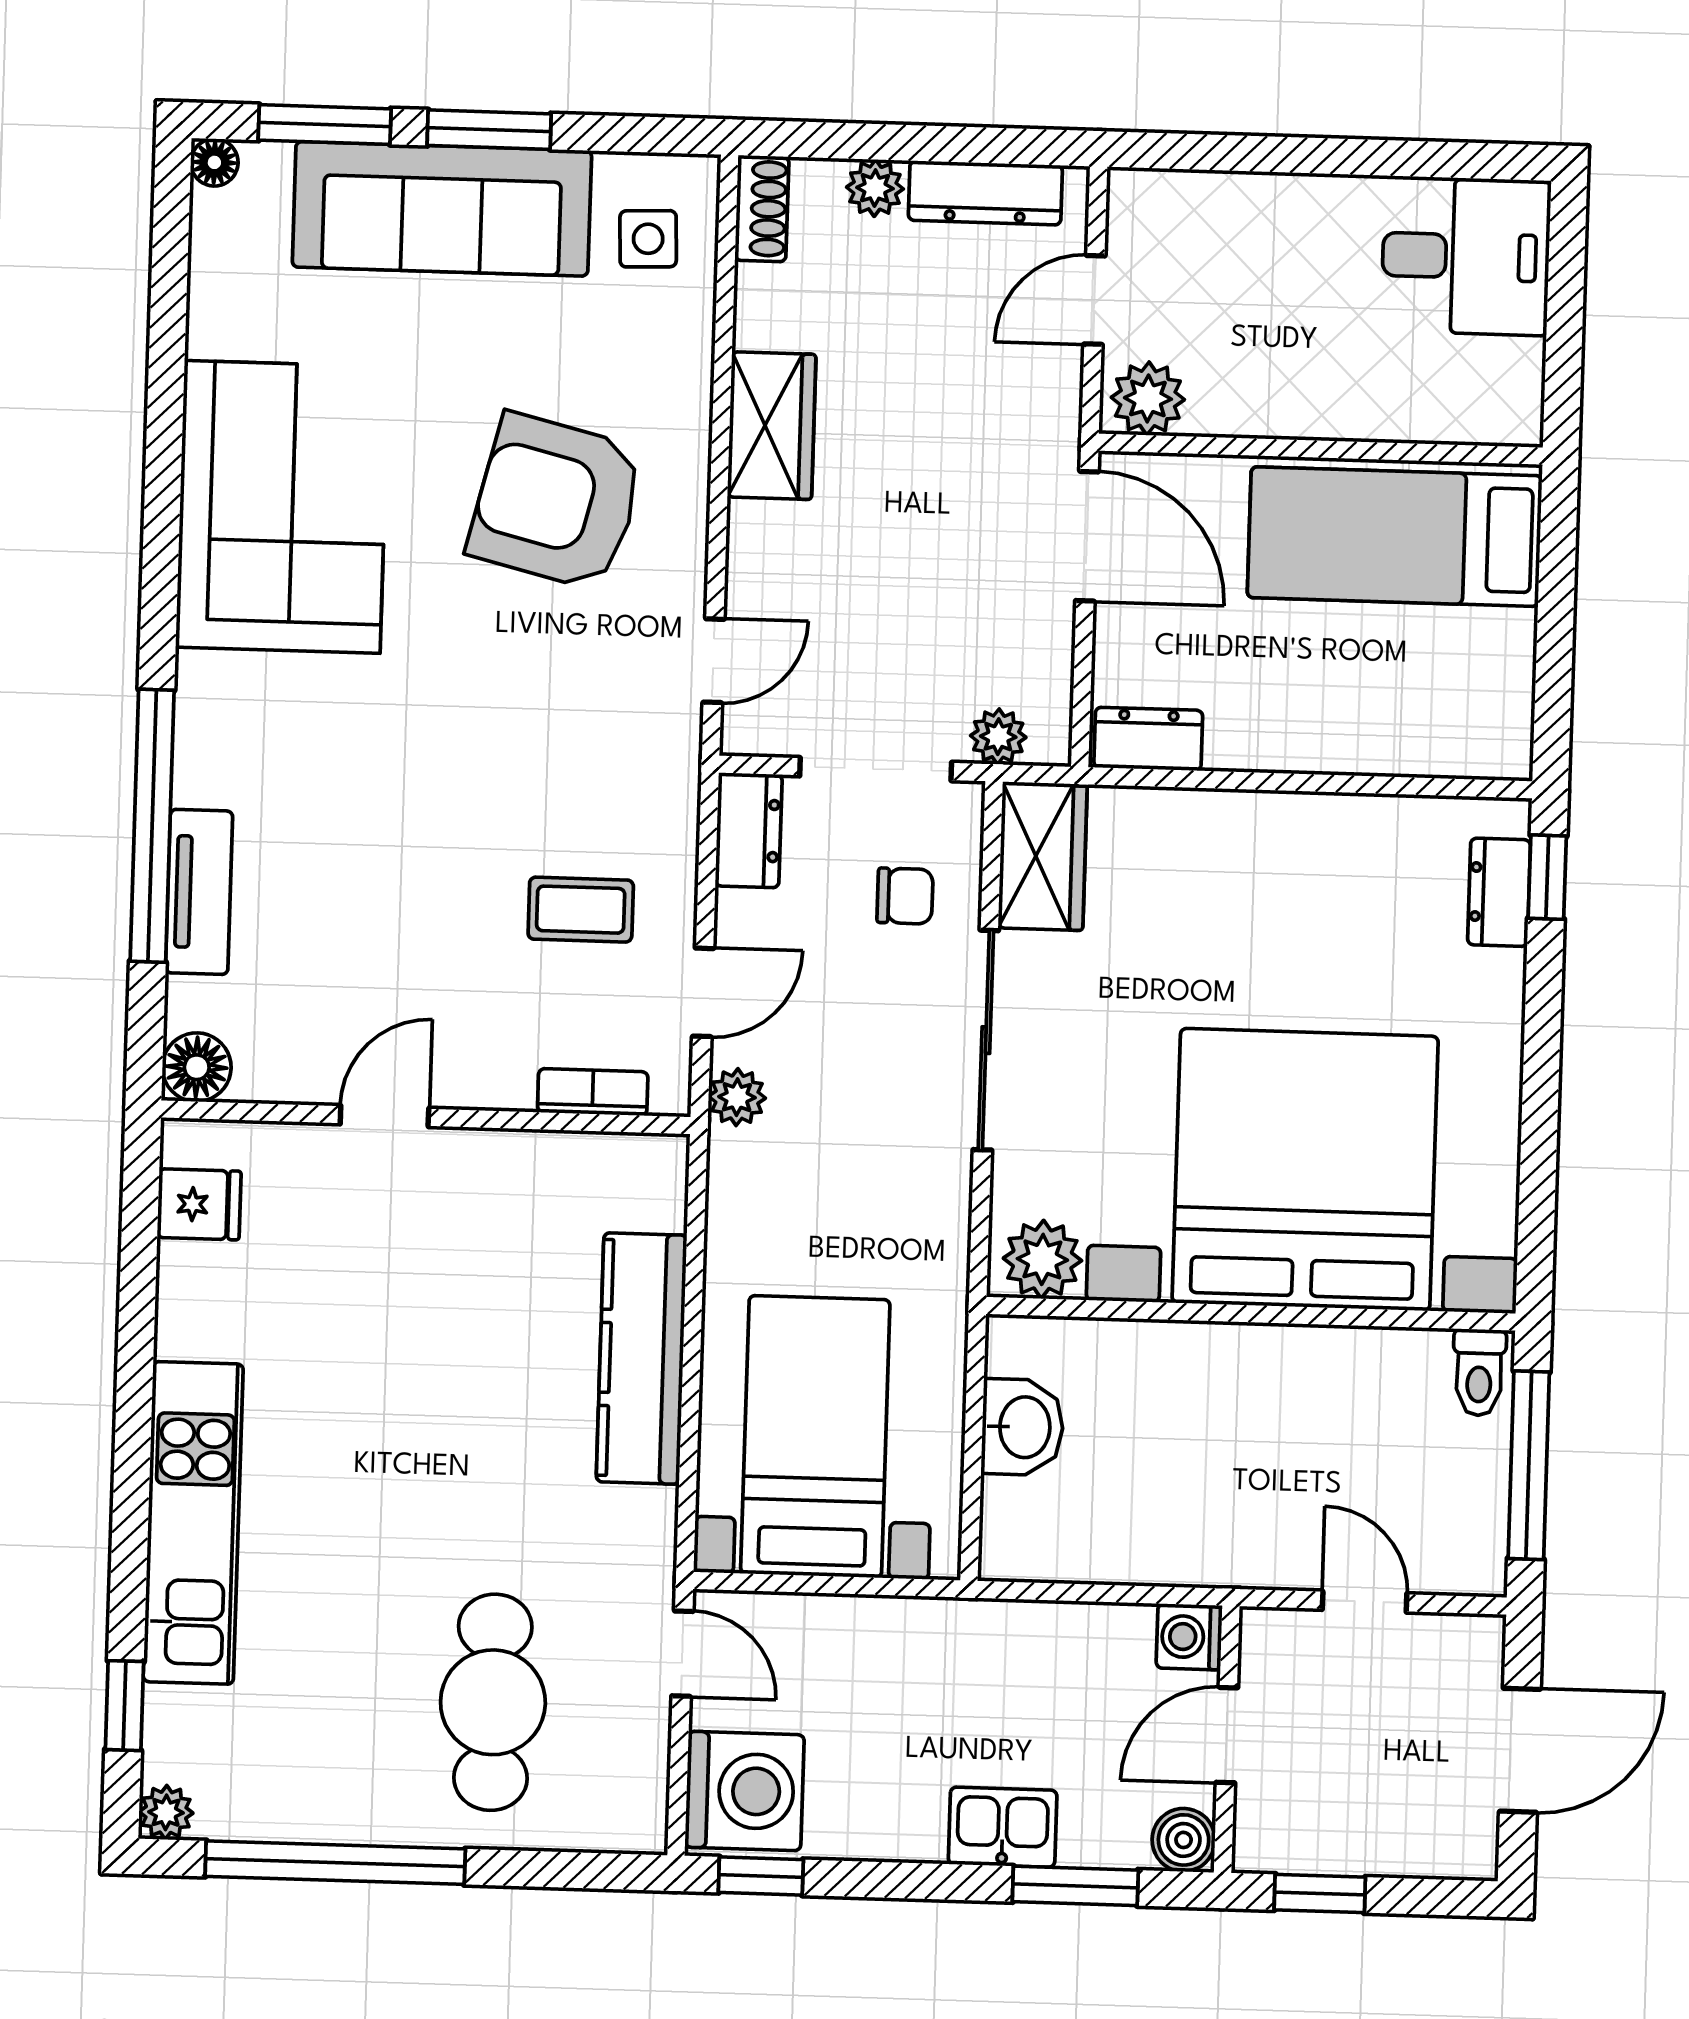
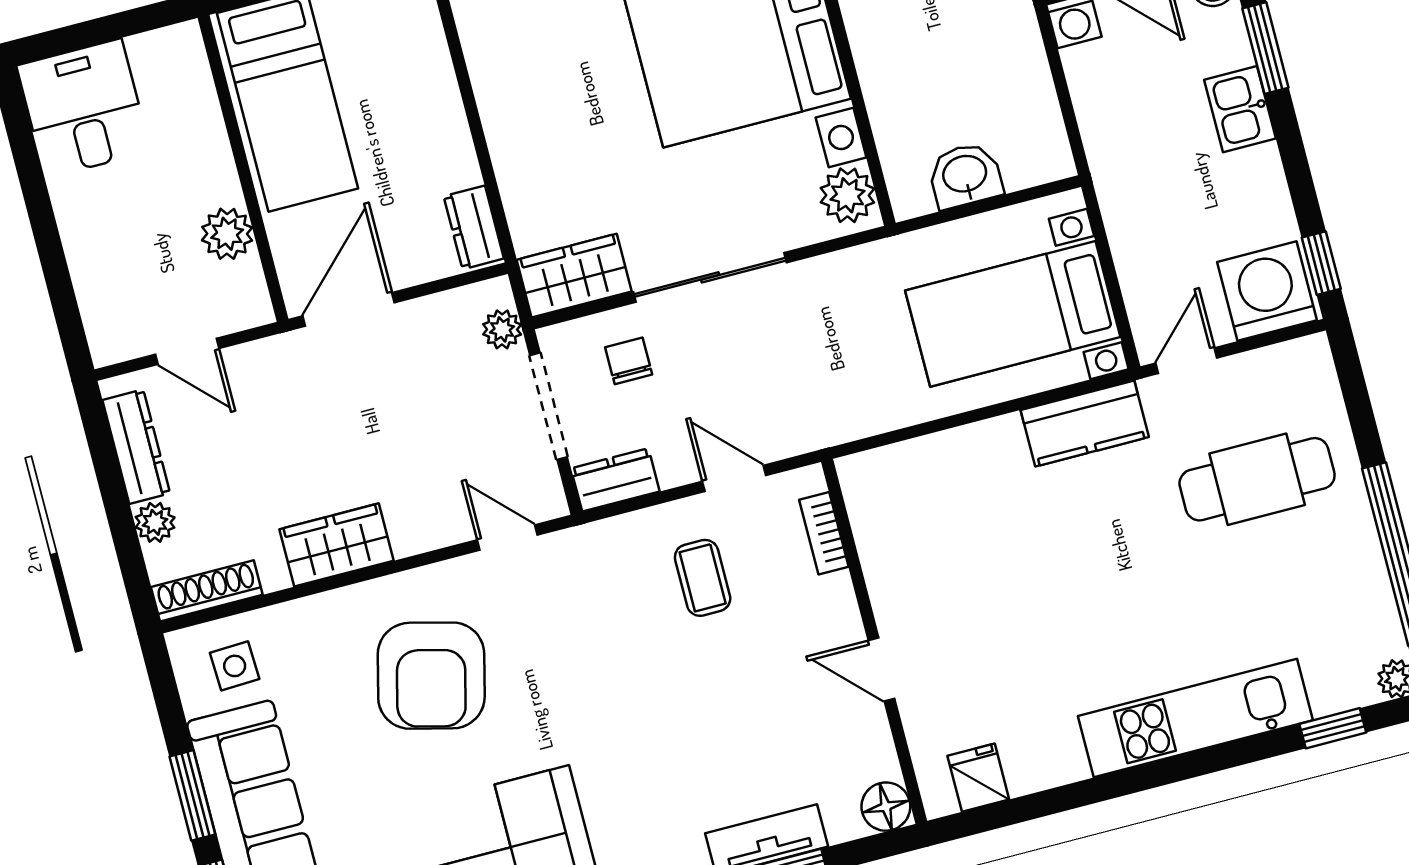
shoe rack: (762, 209) -> (207, 591), width x1.43
plant: (1148, 398) -> (227, 234), moved
plant: (737, 1097) -> (798, 435), removed
kitchen counter: (642, 1359) -> (1085, 424), moved, width x0.67

